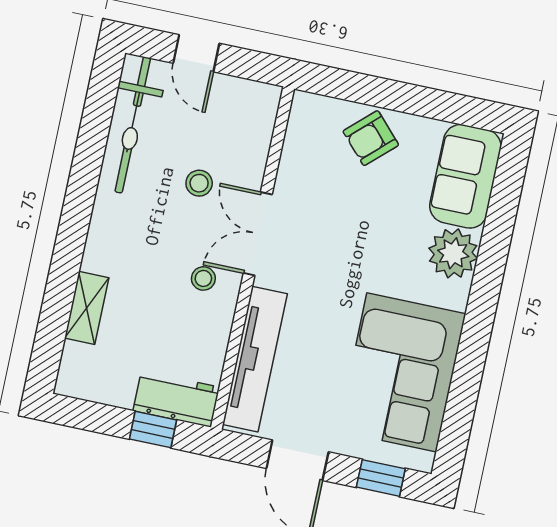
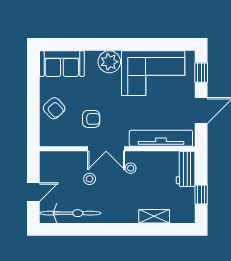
armchair: (330, 215) -> (91, 119), added
plant: (453, 253) -> (109, 62), moved
window: (153, 430) -> (201, 195), moved

